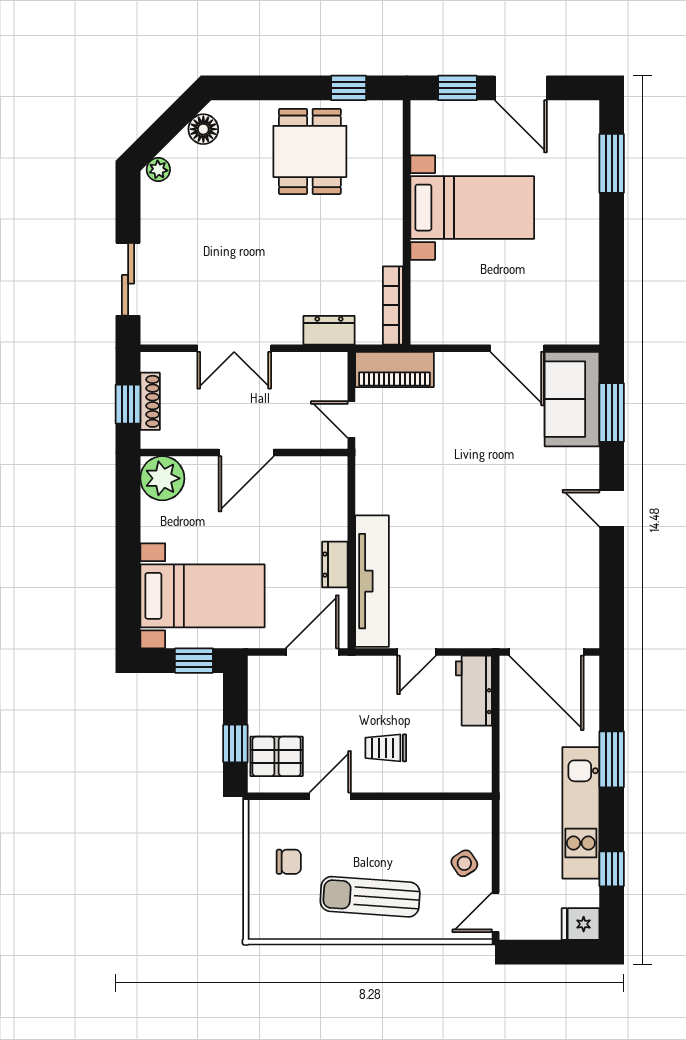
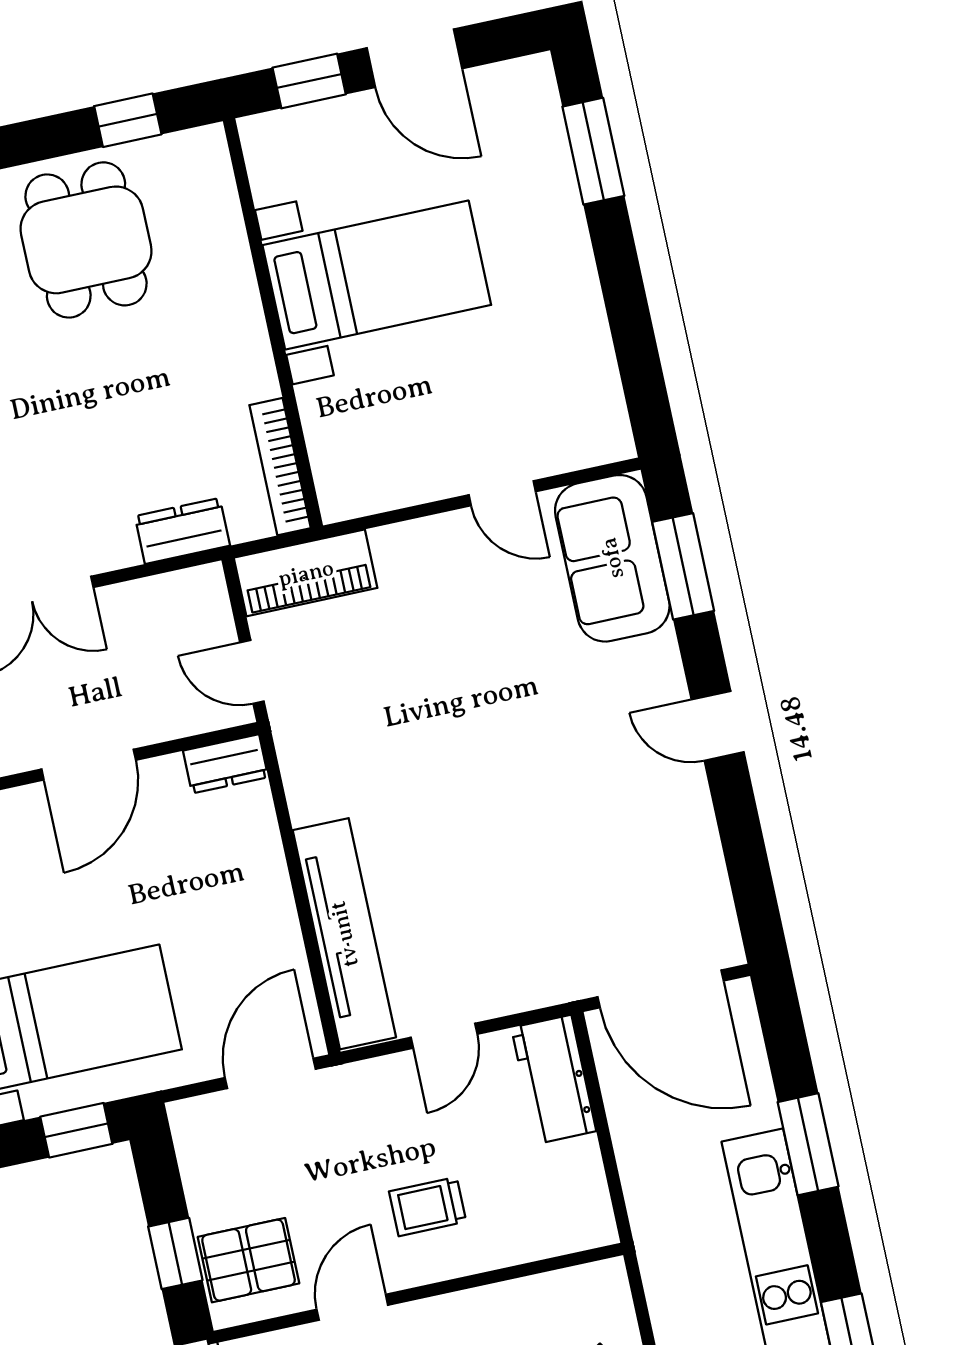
door: (517, 348) -> (502, 493), width x0.73
dresser: (335, 565) -> (226, 764), moved, turned -90

